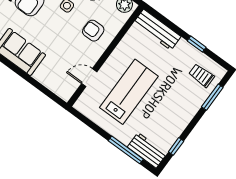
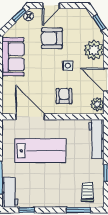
door: (89, 78) -> (30, 117), width x1.87

